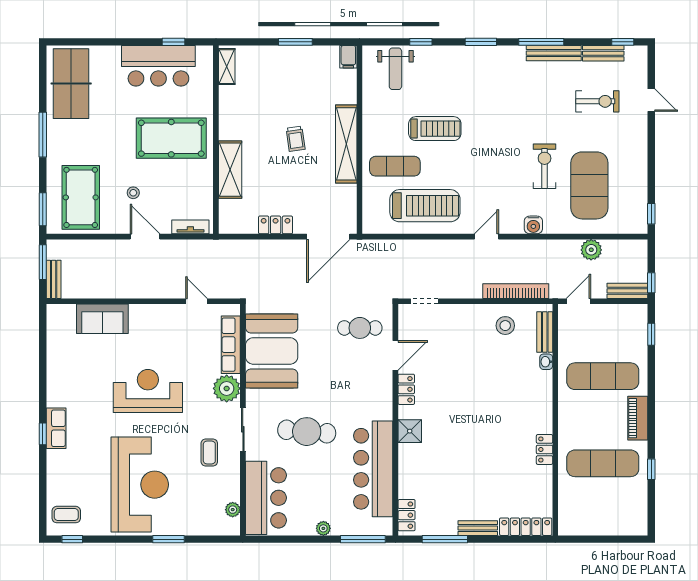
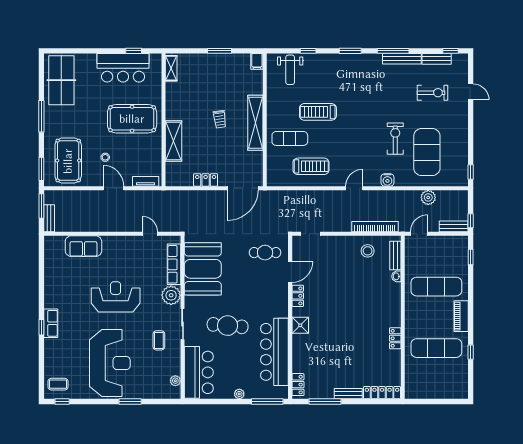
treadmill: (435, 129) -> (318, 112), turned 180
treadmill: (425, 206) -> (311, 166), width x0.73, depth x0.73

